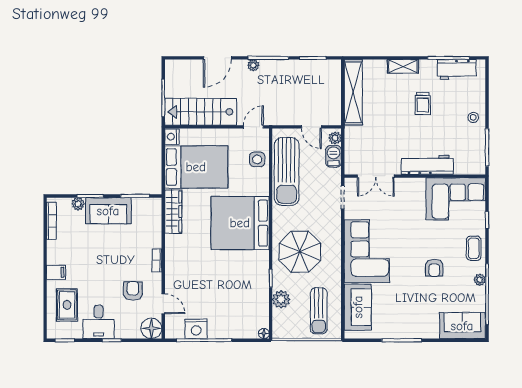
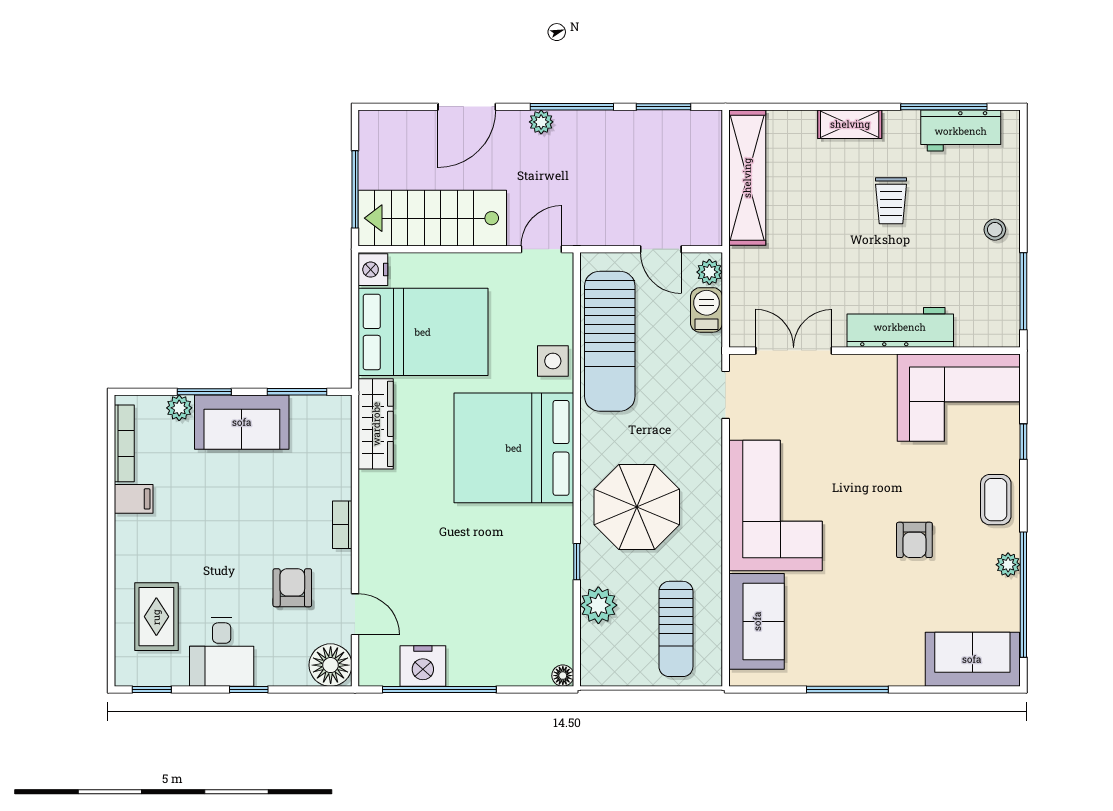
side table: (257, 159) -> (553, 361), moved
double door: (376, 176) -> (794, 351), swing flipped
filing cabinet: (56, 272) -> (134, 499), moved

